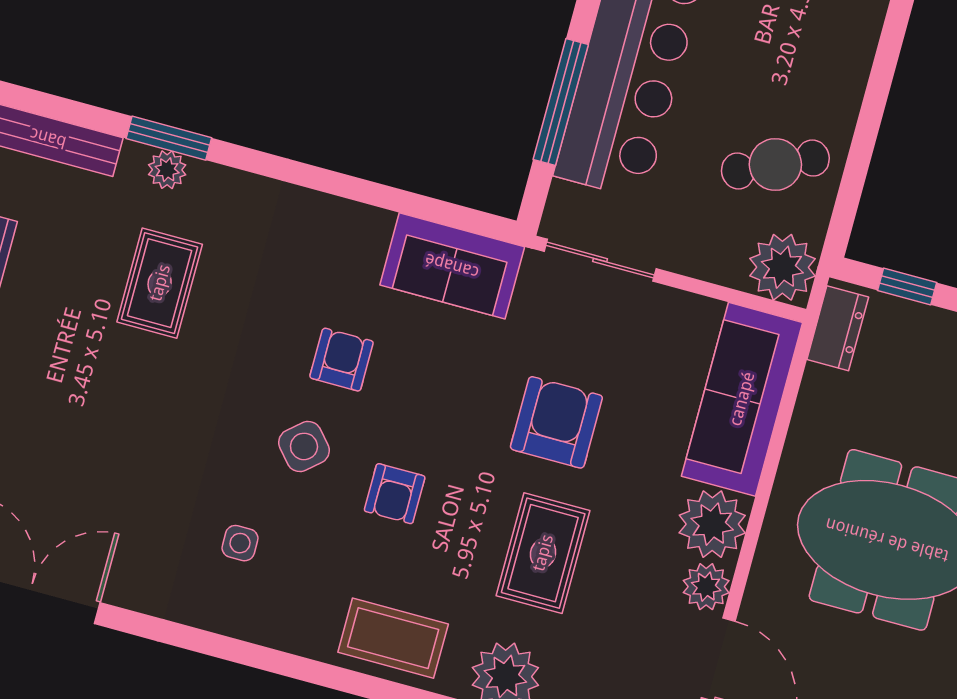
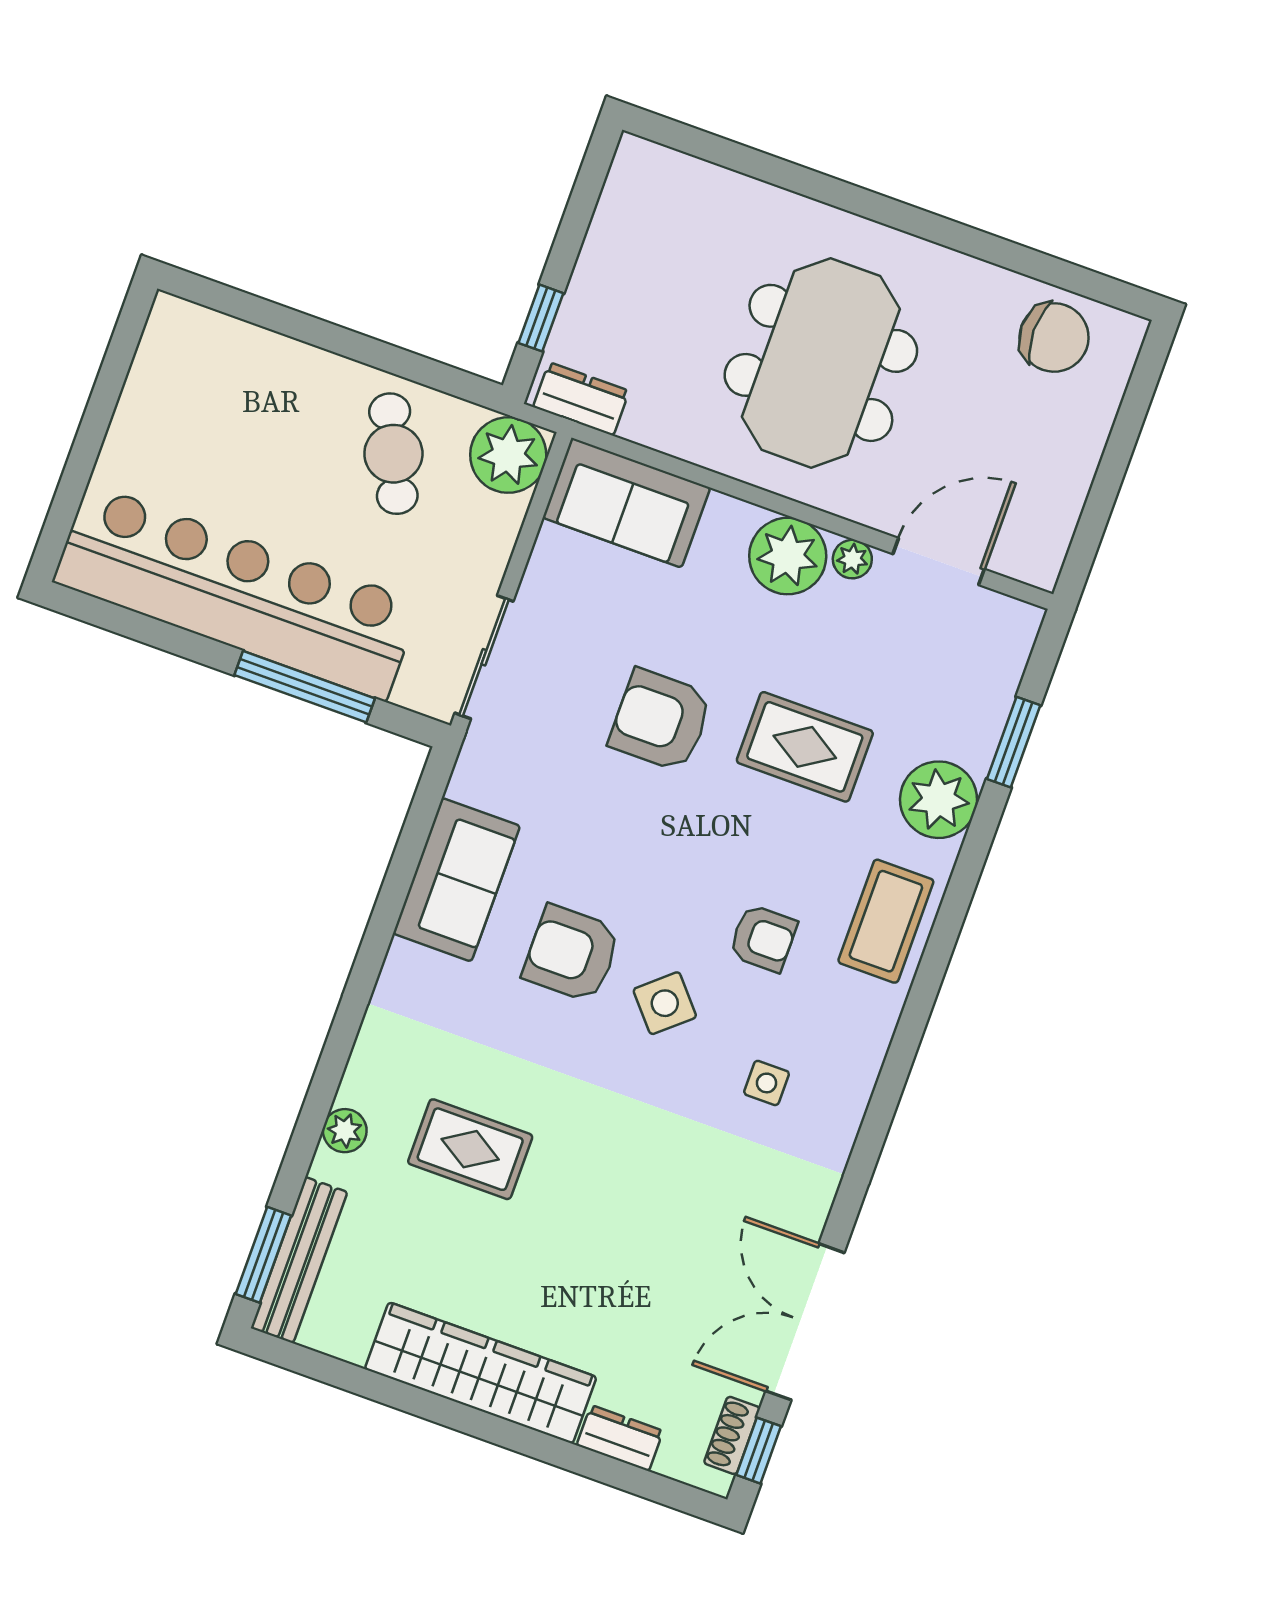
window: (169, 138) -> (263, 1255), moved
sofa: (452, 266) -> (456, 880), moved
armchair: (342, 360) -> (572, 954), width x1.38, depth x1.38
sofa: (742, 399) -> (626, 503), width x0.73
armchair: (395, 494) -> (763, 938), moved
plant: (706, 587) -> (852, 559), width x0.73, depth x0.73

